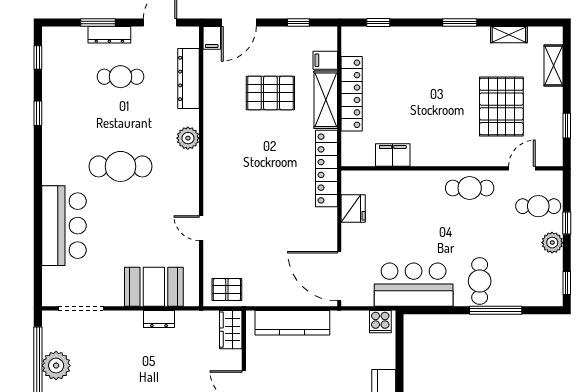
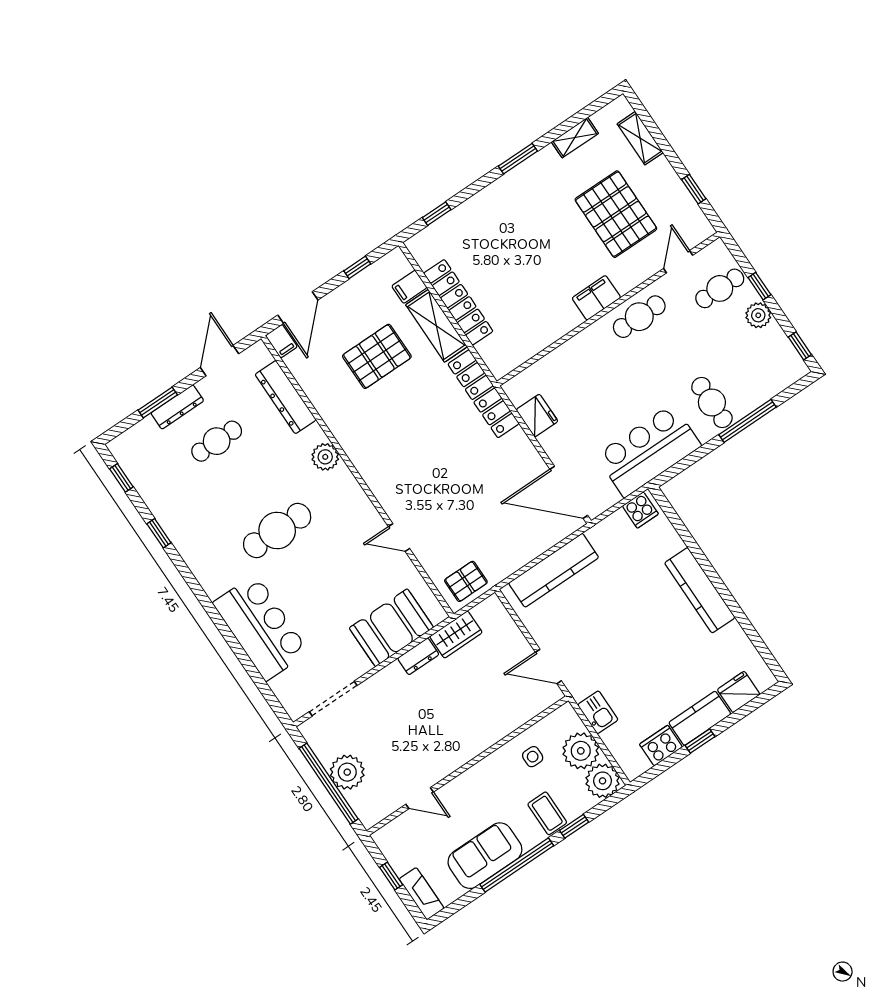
filing cabinet: (393, 155) -> (596, 298), moved
wardrobe: (231, 330) -> (456, 635), moved, turned -90

